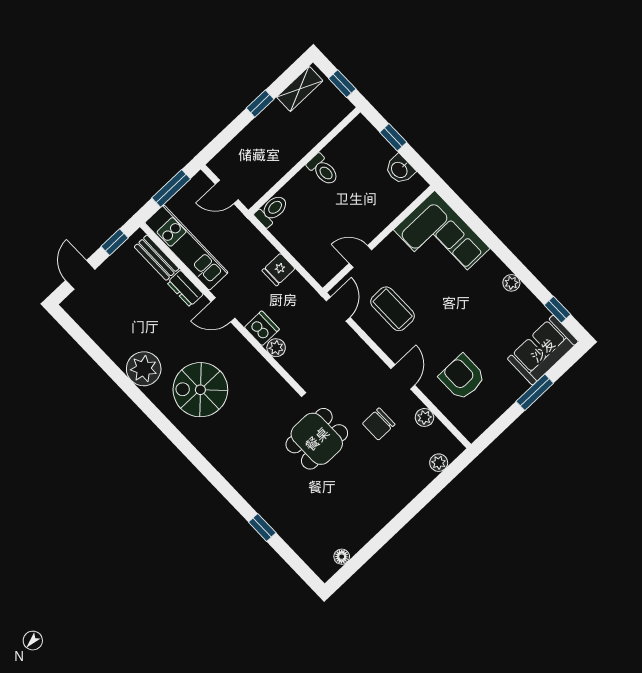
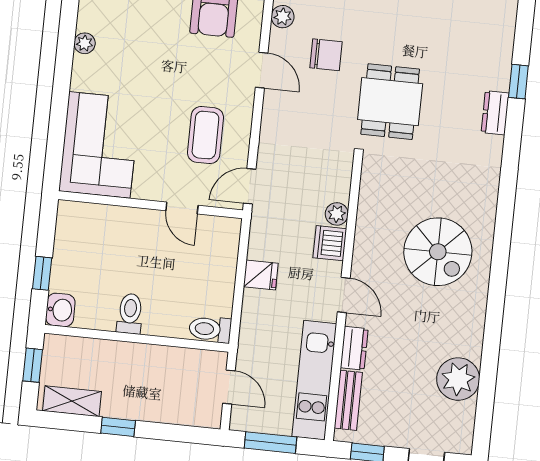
washbasin: (400, 169) -> (60, 310), moved
plant: (144, 369) -> (458, 379), moved
door: (403, 377) -> (262, 70), swing flipped
dining table: (317, 439) -> (390, 102), turned 90
dresser: (255, 497) -> (495, 113), added

